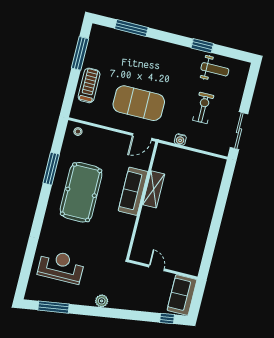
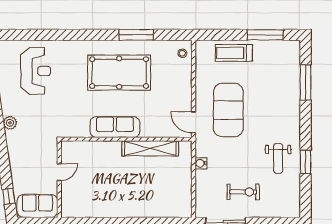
weight bench: (215, 69) -> (278, 158), moved
treadmill: (89, 85) -> (234, 53), turned 180
exercise bike: (203, 108) -> (243, 192), moved
shelving: (154, 189) -> (150, 148), width x1.47
sofa: (133, 191) -> (115, 127), moved

